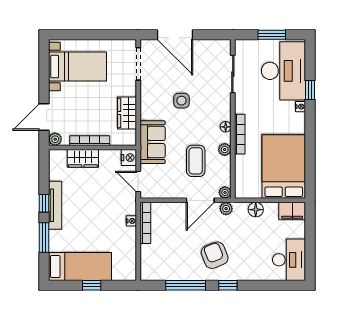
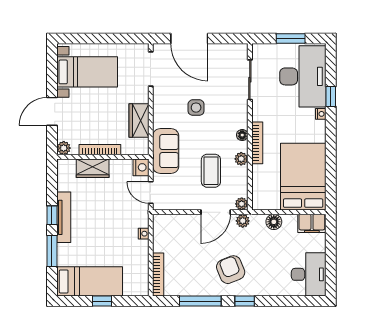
door: (44, 117) -> (52, 111), moved
bookcase: (145, 223) -> (158, 275), moved

